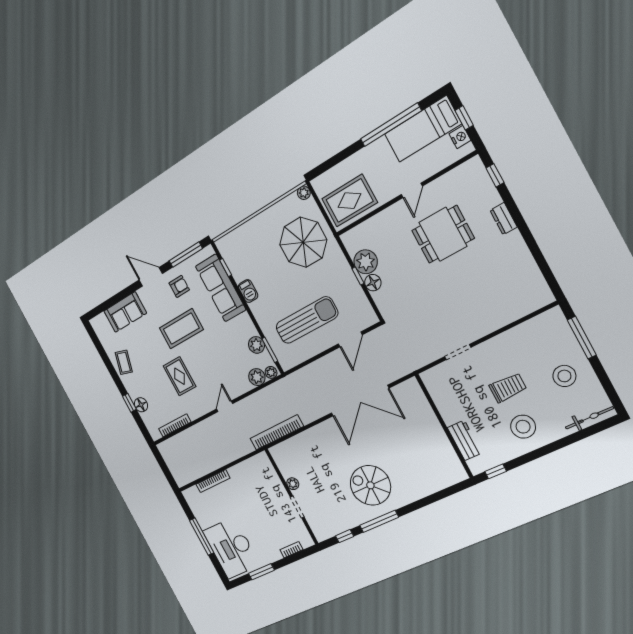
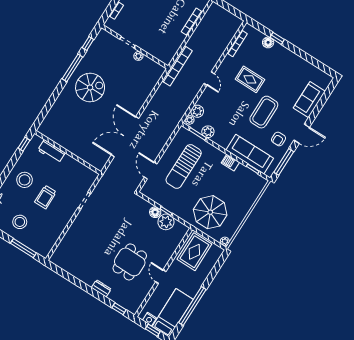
coffee table: (124, 362) -> (294, 64), removed
bookcase: (277, 432) -> (177, 66), moved

